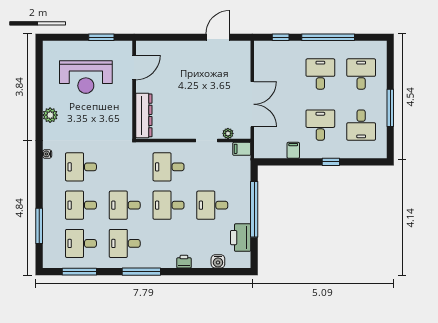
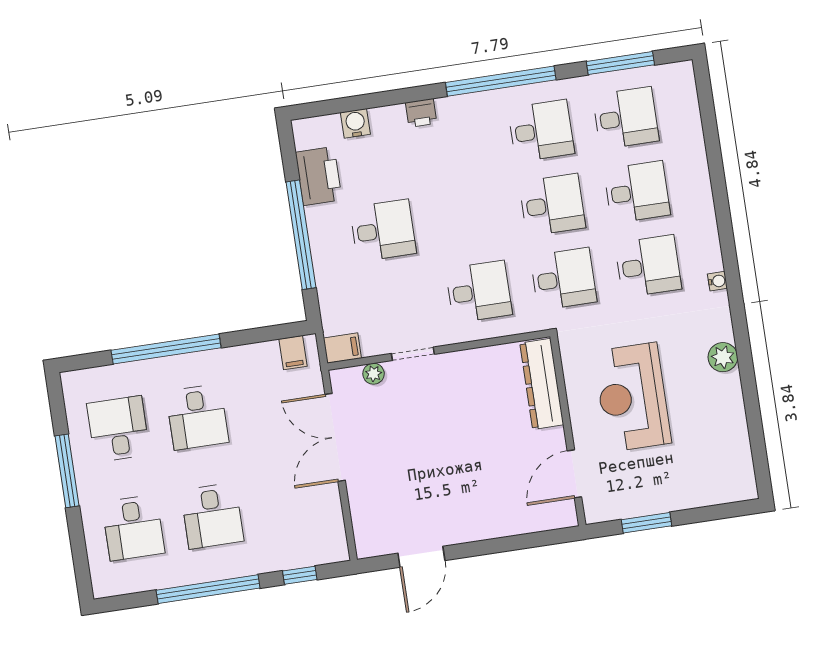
reception desk: (86, 77) -> (632, 397), moved, turned -90
filing cabinet: (293, 150) -> (293, 353), moved
window: (331, 162) -> (166, 349), width x3.17
desk: (168, 205) -> (563, 279), moved
window: (39, 226) -> (712, 140), removed
window: (141, 272) -> (501, 81), width x1.46

